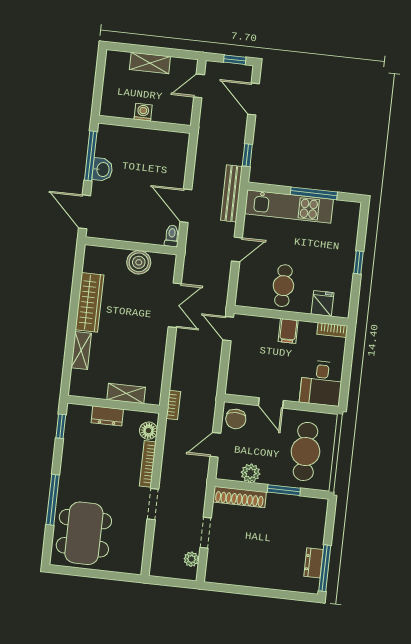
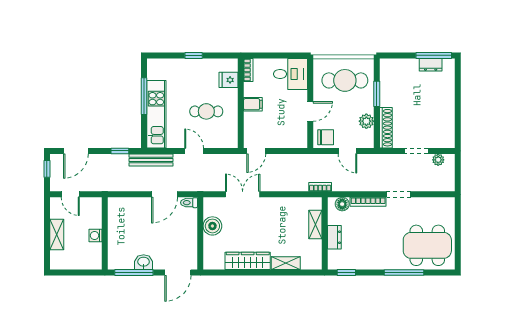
cafe table: (283, 286) -> (206, 111), moved

